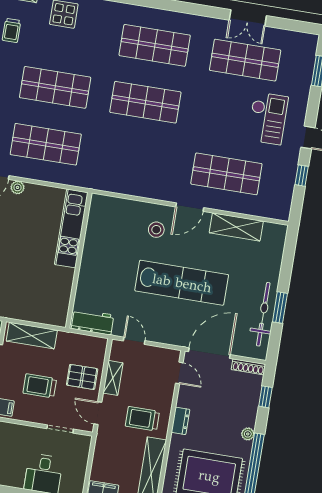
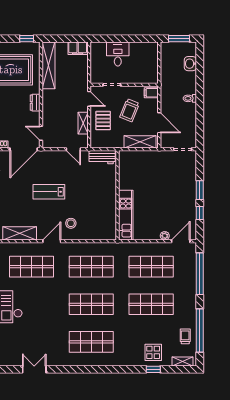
shop shelf: (245, 60) -> (91, 267), moved
lab bench: (182, 283) -> (49, 192), width x0.54, depth x0.72
pallet: (82, 377) -> (103, 121), turned 90
trolley: (40, 386) -> (129, 110), turned 112
trolley: (142, 419) -> (60, 100), removed

